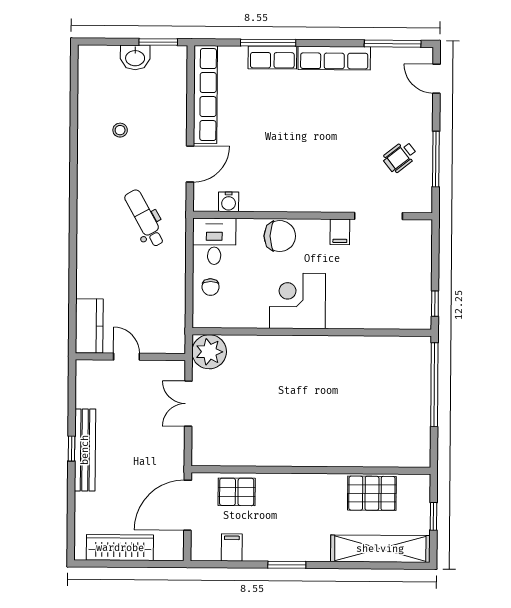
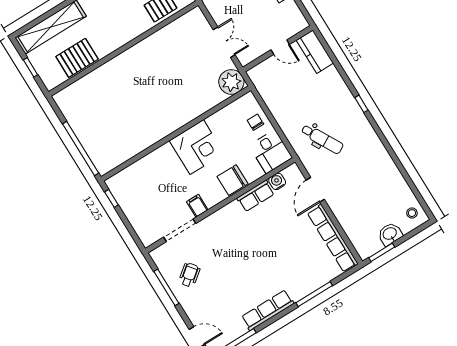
row of seats: (272, 58) -> (256, 196), moved, turned 180
stool: (120, 130) -> (412, 213), moved
window: (73, 231) -> (361, 104), added

